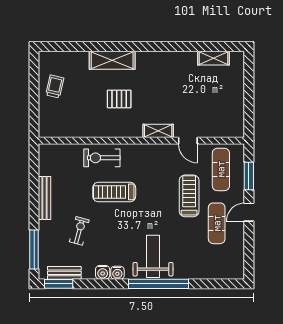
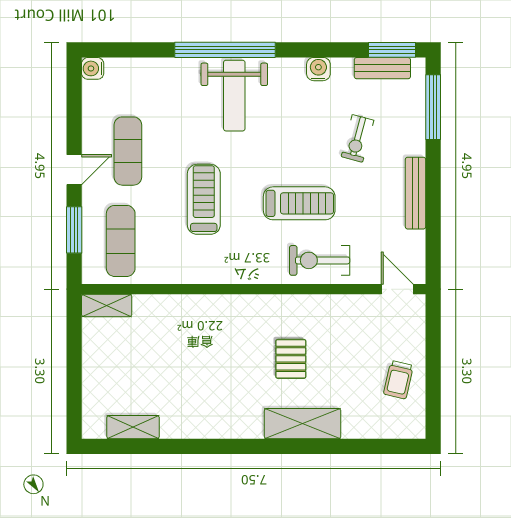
pallet: (119, 99) -> (291, 359), turned 90
shelving: (158, 131) -> (107, 305), moved
door: (188, 141) -> (397, 289), moved
exercise bike: (102, 158) -> (320, 260), turned 180
treadmill: (189, 196) -> (204, 199), moved, turned 180
water cooler: (117, 273) -> (93, 68), moved, turned -90

